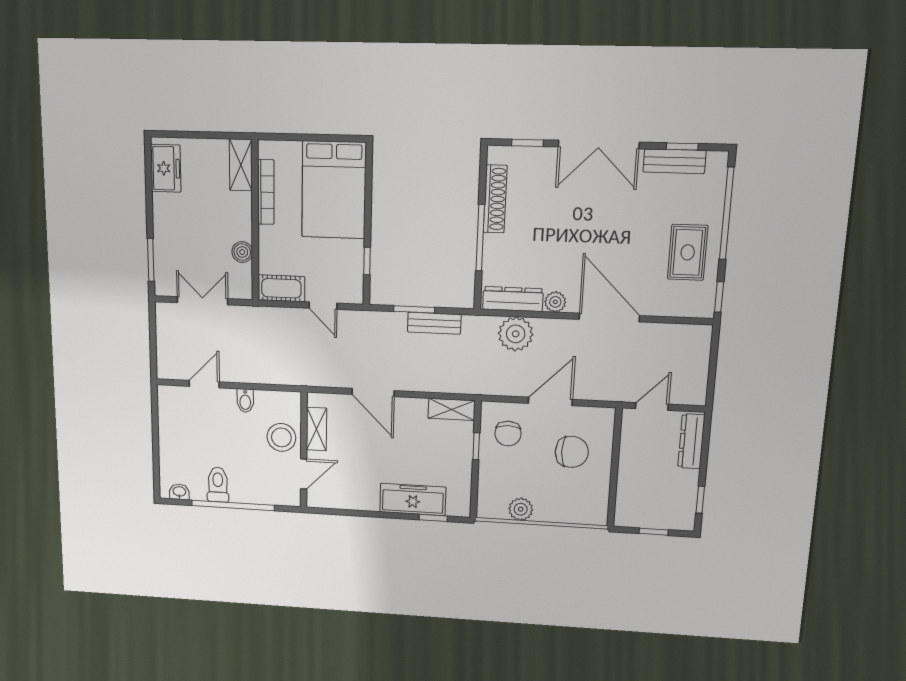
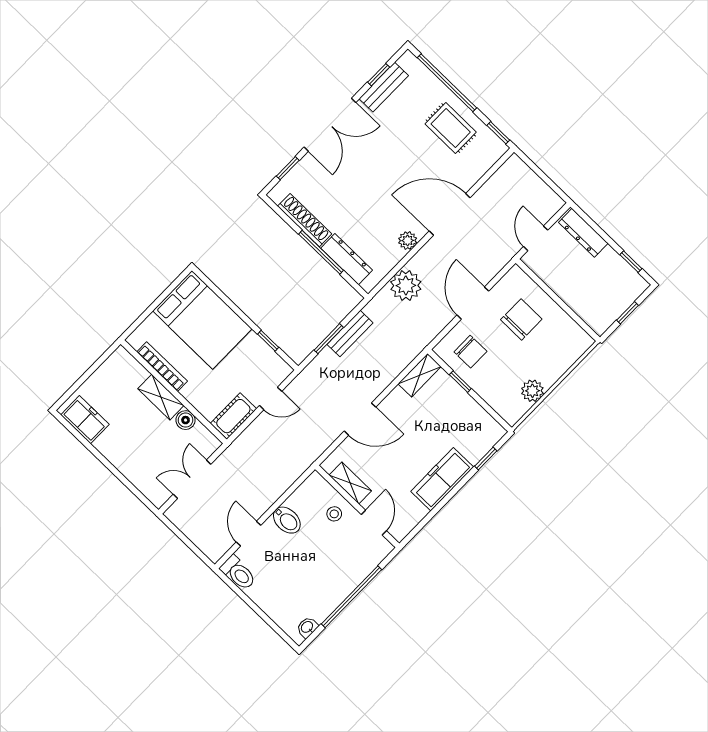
shelving: (241, 165) -> (161, 397), moved
window: (151, 260) -> (133, 489), removed
dresser: (513, 299) -> (347, 259), moved, turned 90
bidet: (245, 401) -> (287, 520), width x1.38, depth x1.36
stool: (281, 437) -> (334, 514), width x0.53, depth x0.53
toilet: (218, 485) -> (238, 573), moved, turned 180
freezer: (413, 500) -> (442, 479), moved

